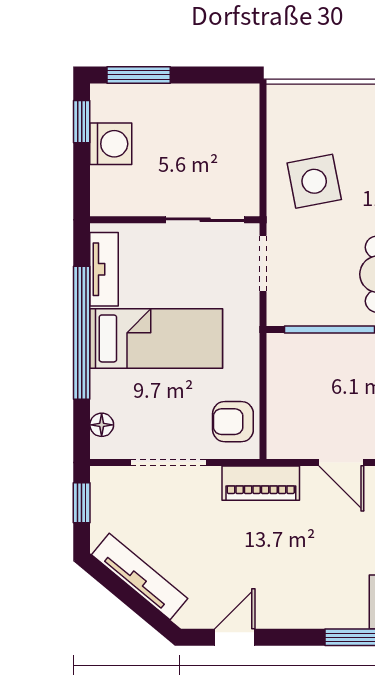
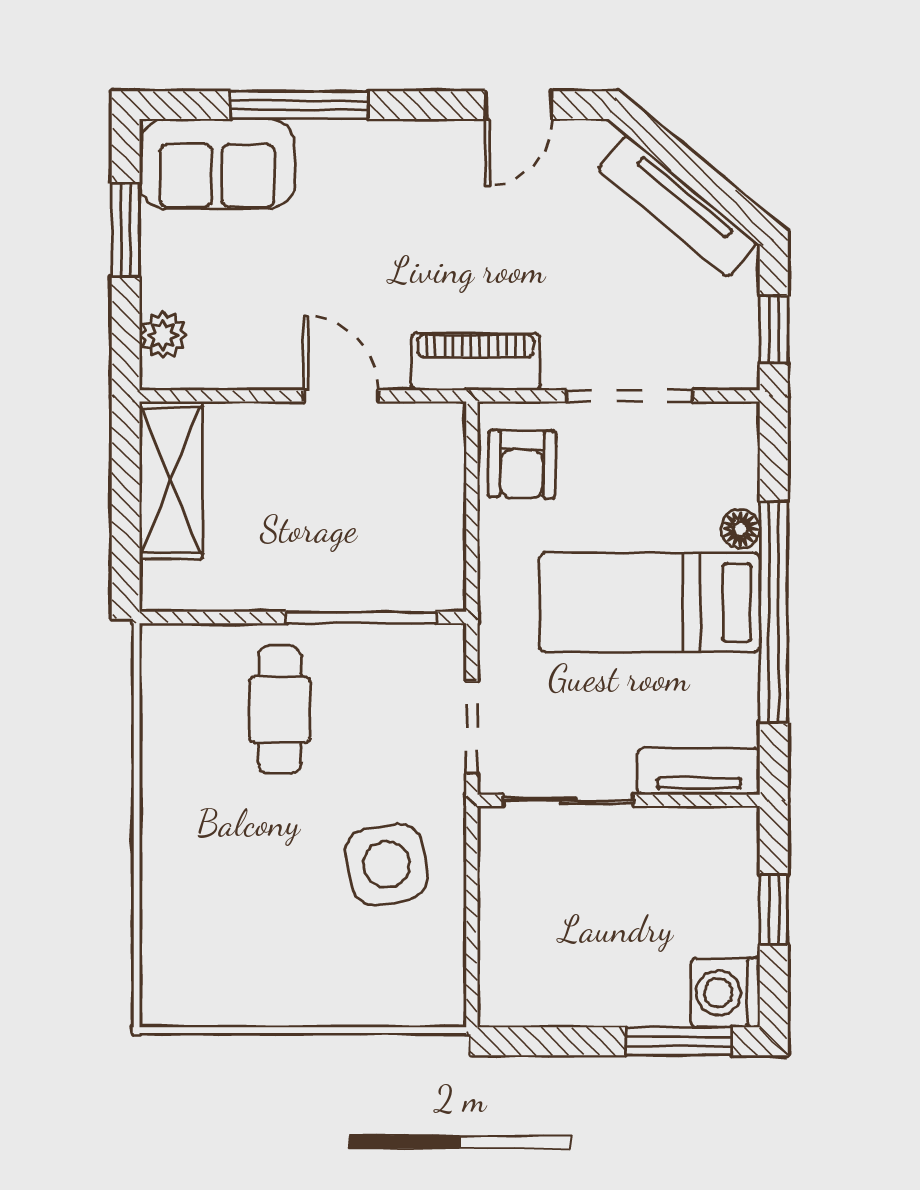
window: (82, 122) -> (774, 910), moved
washing machine: (111, 144) -> (725, 993), moved
tv unit: (104, 269) -> (699, 771), moved, turned 90
armchair: (233, 422) -> (522, 464), turned 91
floor lamp: (102, 425) -> (740, 529), moved

